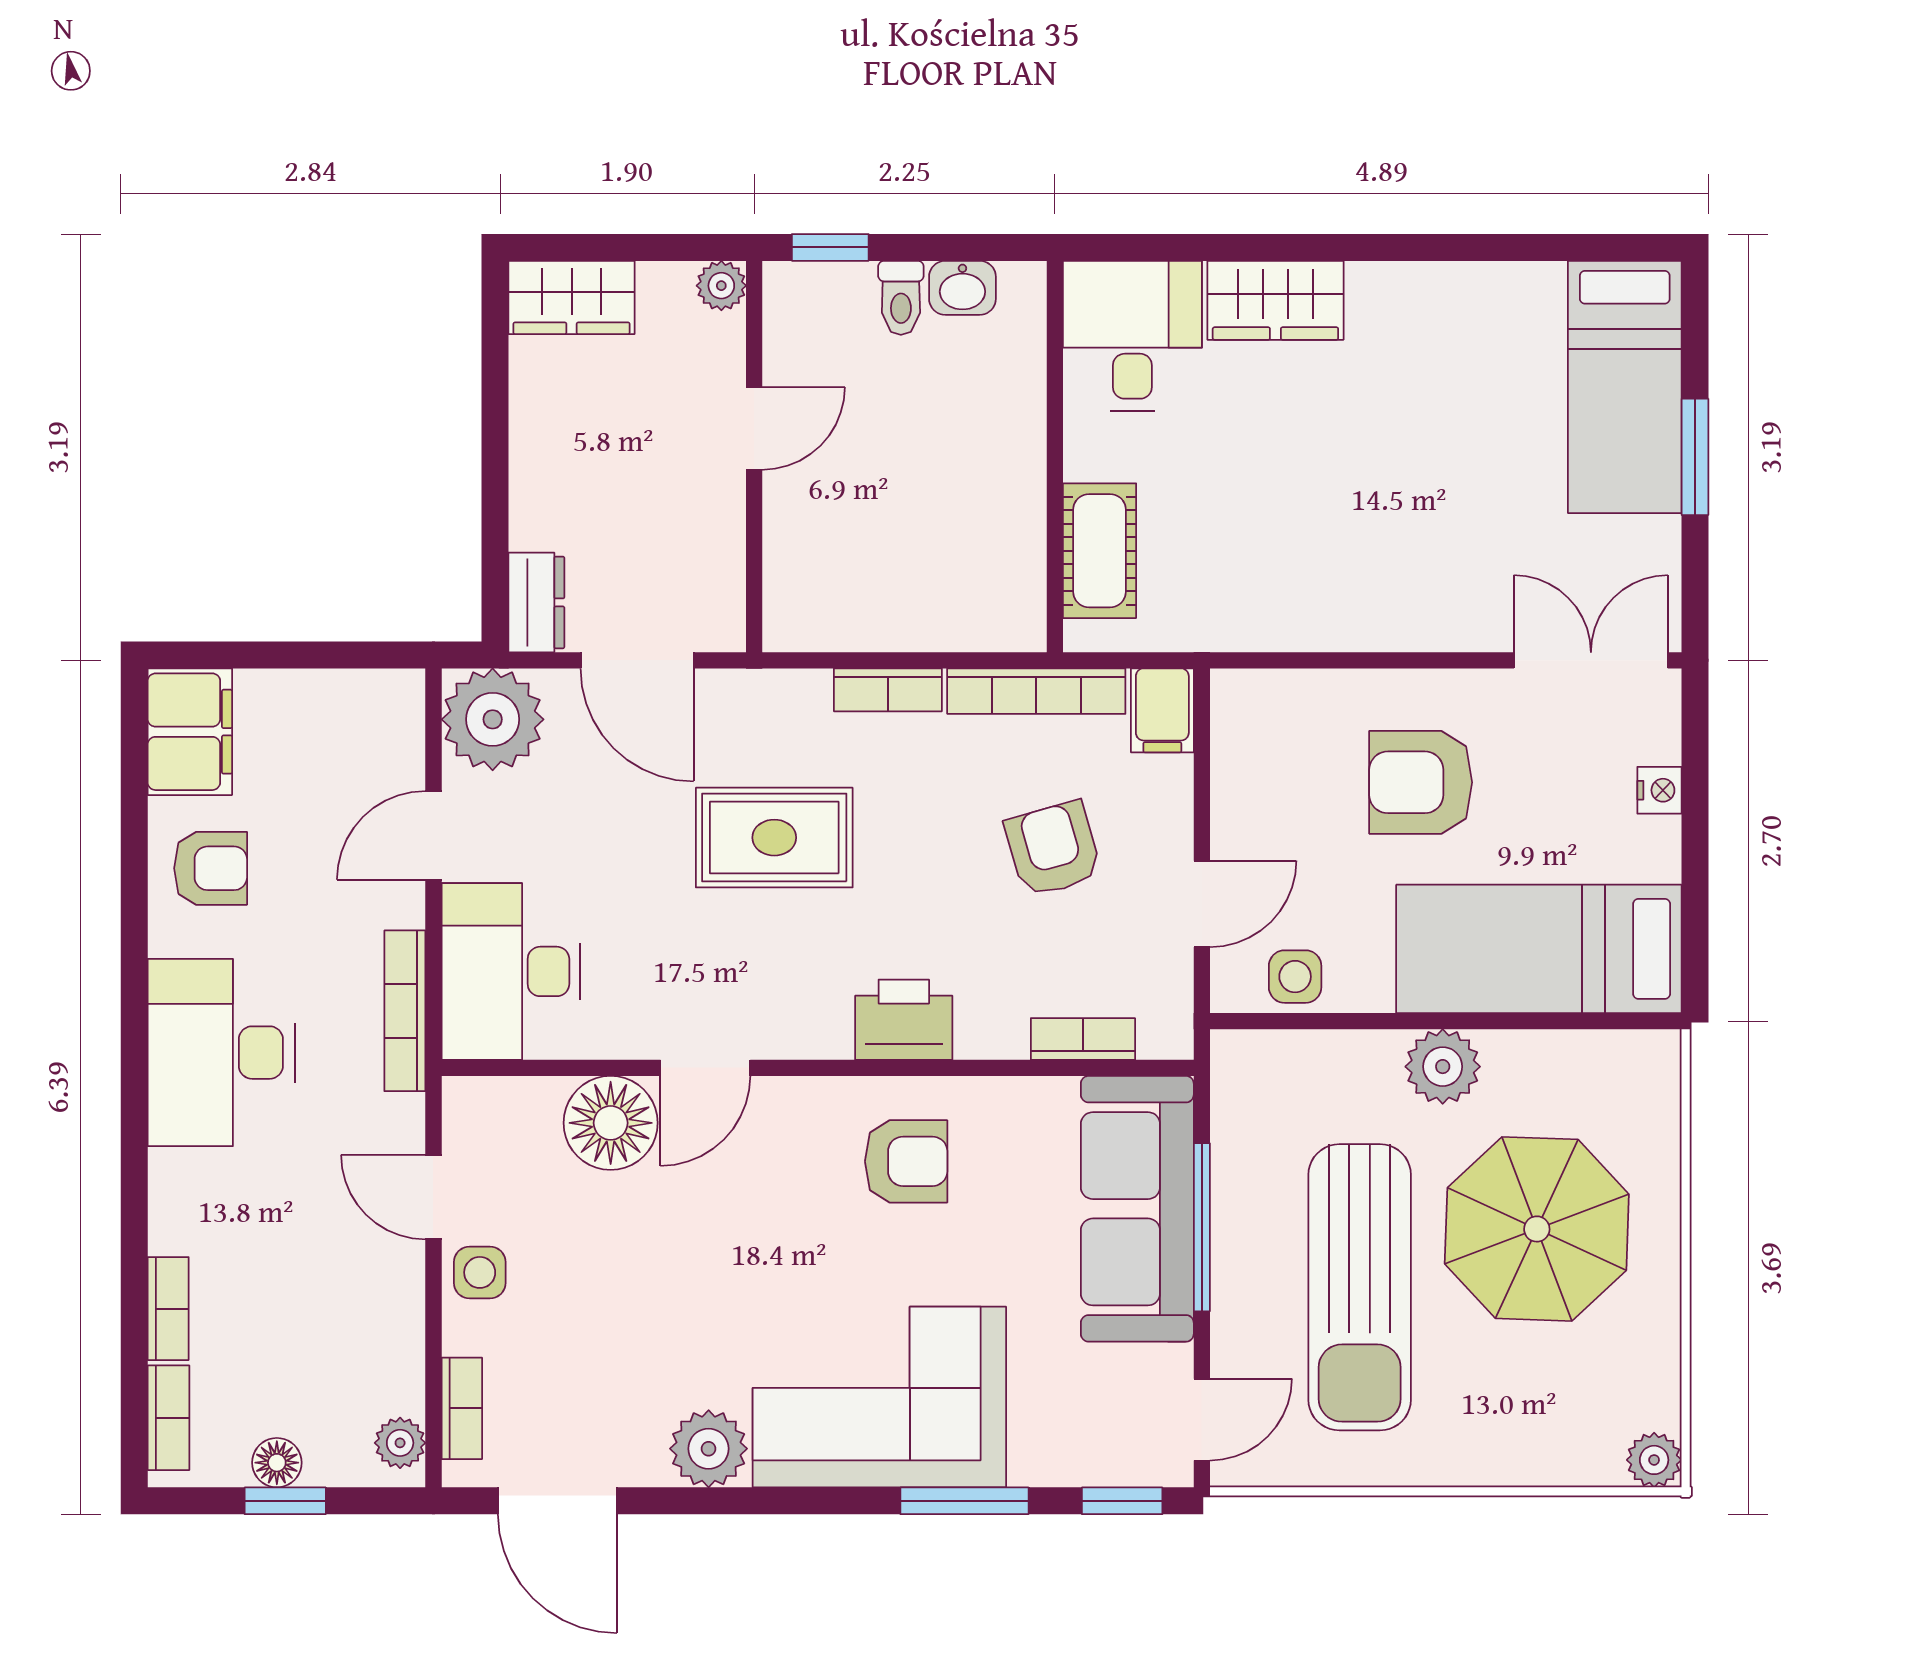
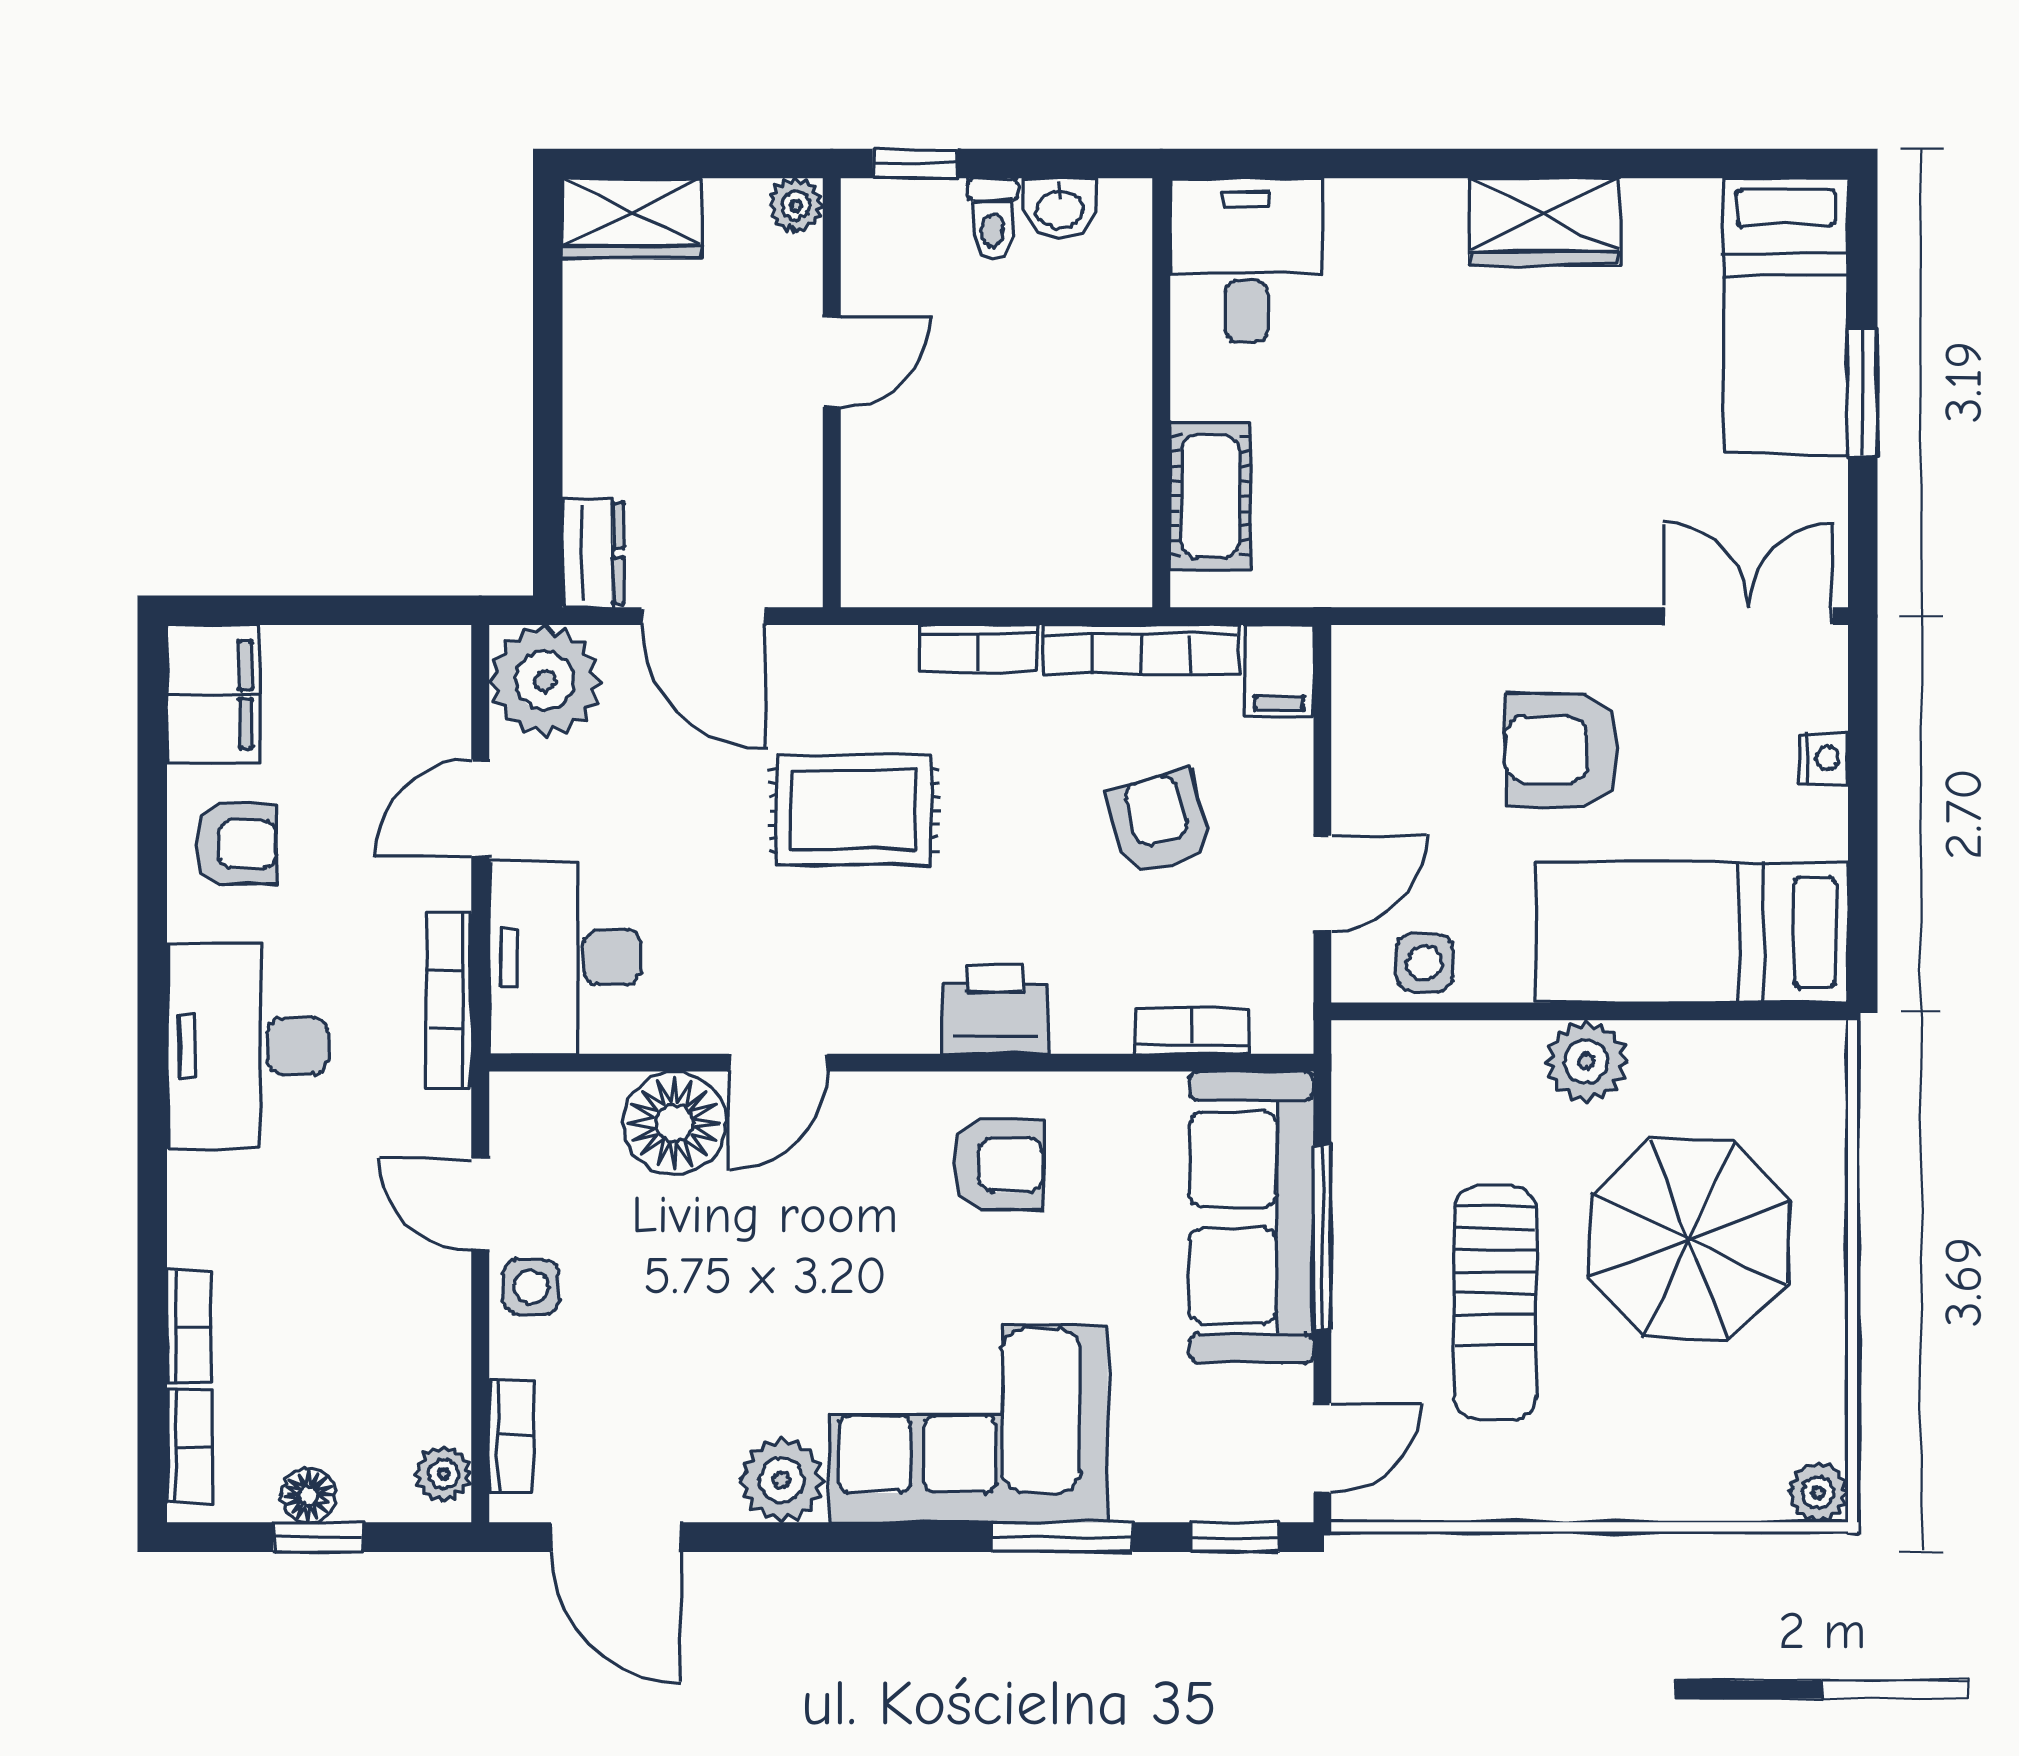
wardrobe: (1275, 300) -> (1544, 222), moved
sun lounger: (1360, 1287) -> (1495, 1303), width x0.73, depth x0.75

